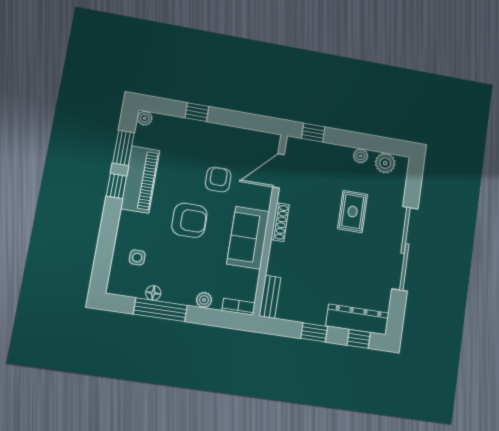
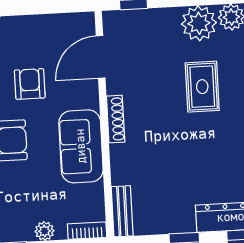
plant: (361, 156) -> (199, 23), width x1.88, depth x1.88

